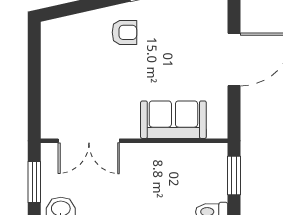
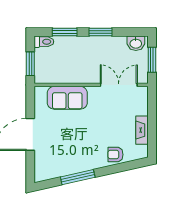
armchair: (124, 32) -> (115, 155), moved
fireplace: (51, 67) -> (142, 130), added

